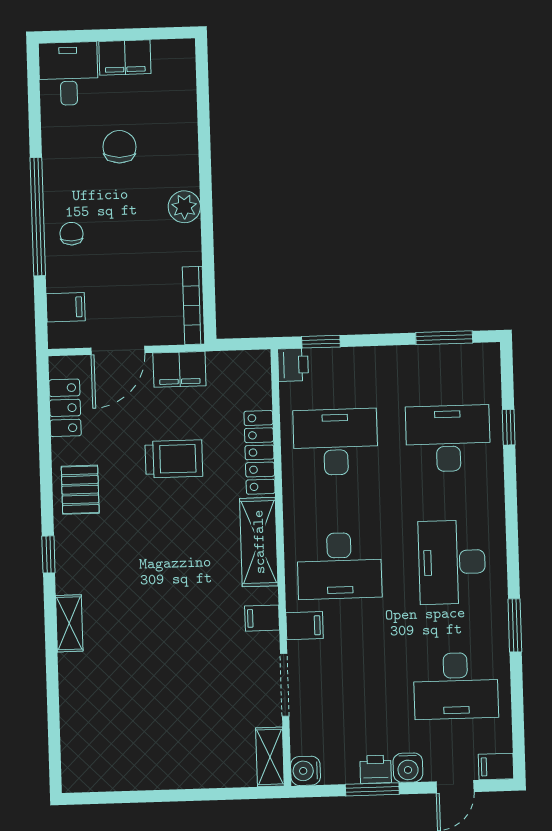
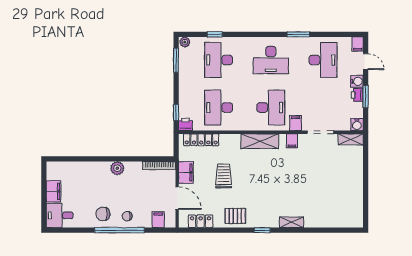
chair: (119, 147) -> (103, 214), moved
plant: (488, 357) -> (185, 42), added
locker: (260, 452) -> (201, 140), moved

